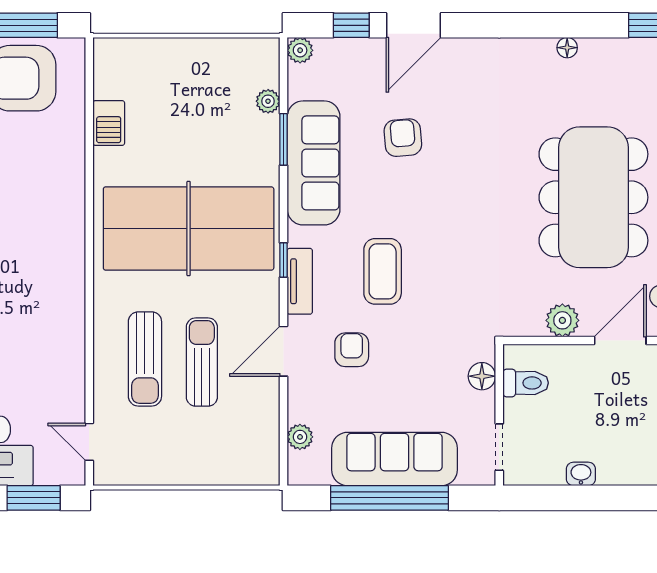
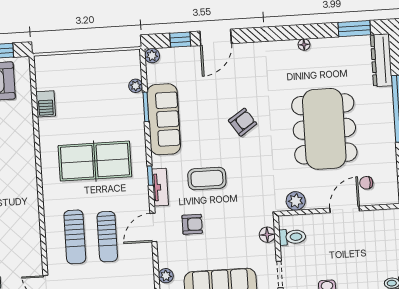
armchair: (403, 138) -> (243, 122), moved, turned 61
table tennis table: (189, 229) -> (95, 161), width x0.73, depth x0.76
coffee table: (383, 271) -> (207, 179), turned 90
plant: (562, 320) -> (296, 201), moved
armchair: (352, 350) -> (192, 224), turned 90
sun lounger: (202, 362) -> (107, 237), turned 180

